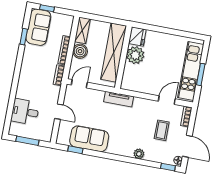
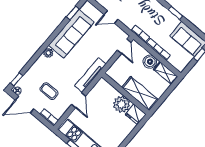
window: (24, 37) -> (175, 13), moved
shelving: (114, 53) -> (140, 94), width x0.68
tv unit: (119, 99) -> (90, 75), width x1.41
door: (167, 100) -> (79, 100), moved
sofa: (89, 139) -> (71, 34), width x1.36
plant: (139, 154) -> (48, 53), moved

